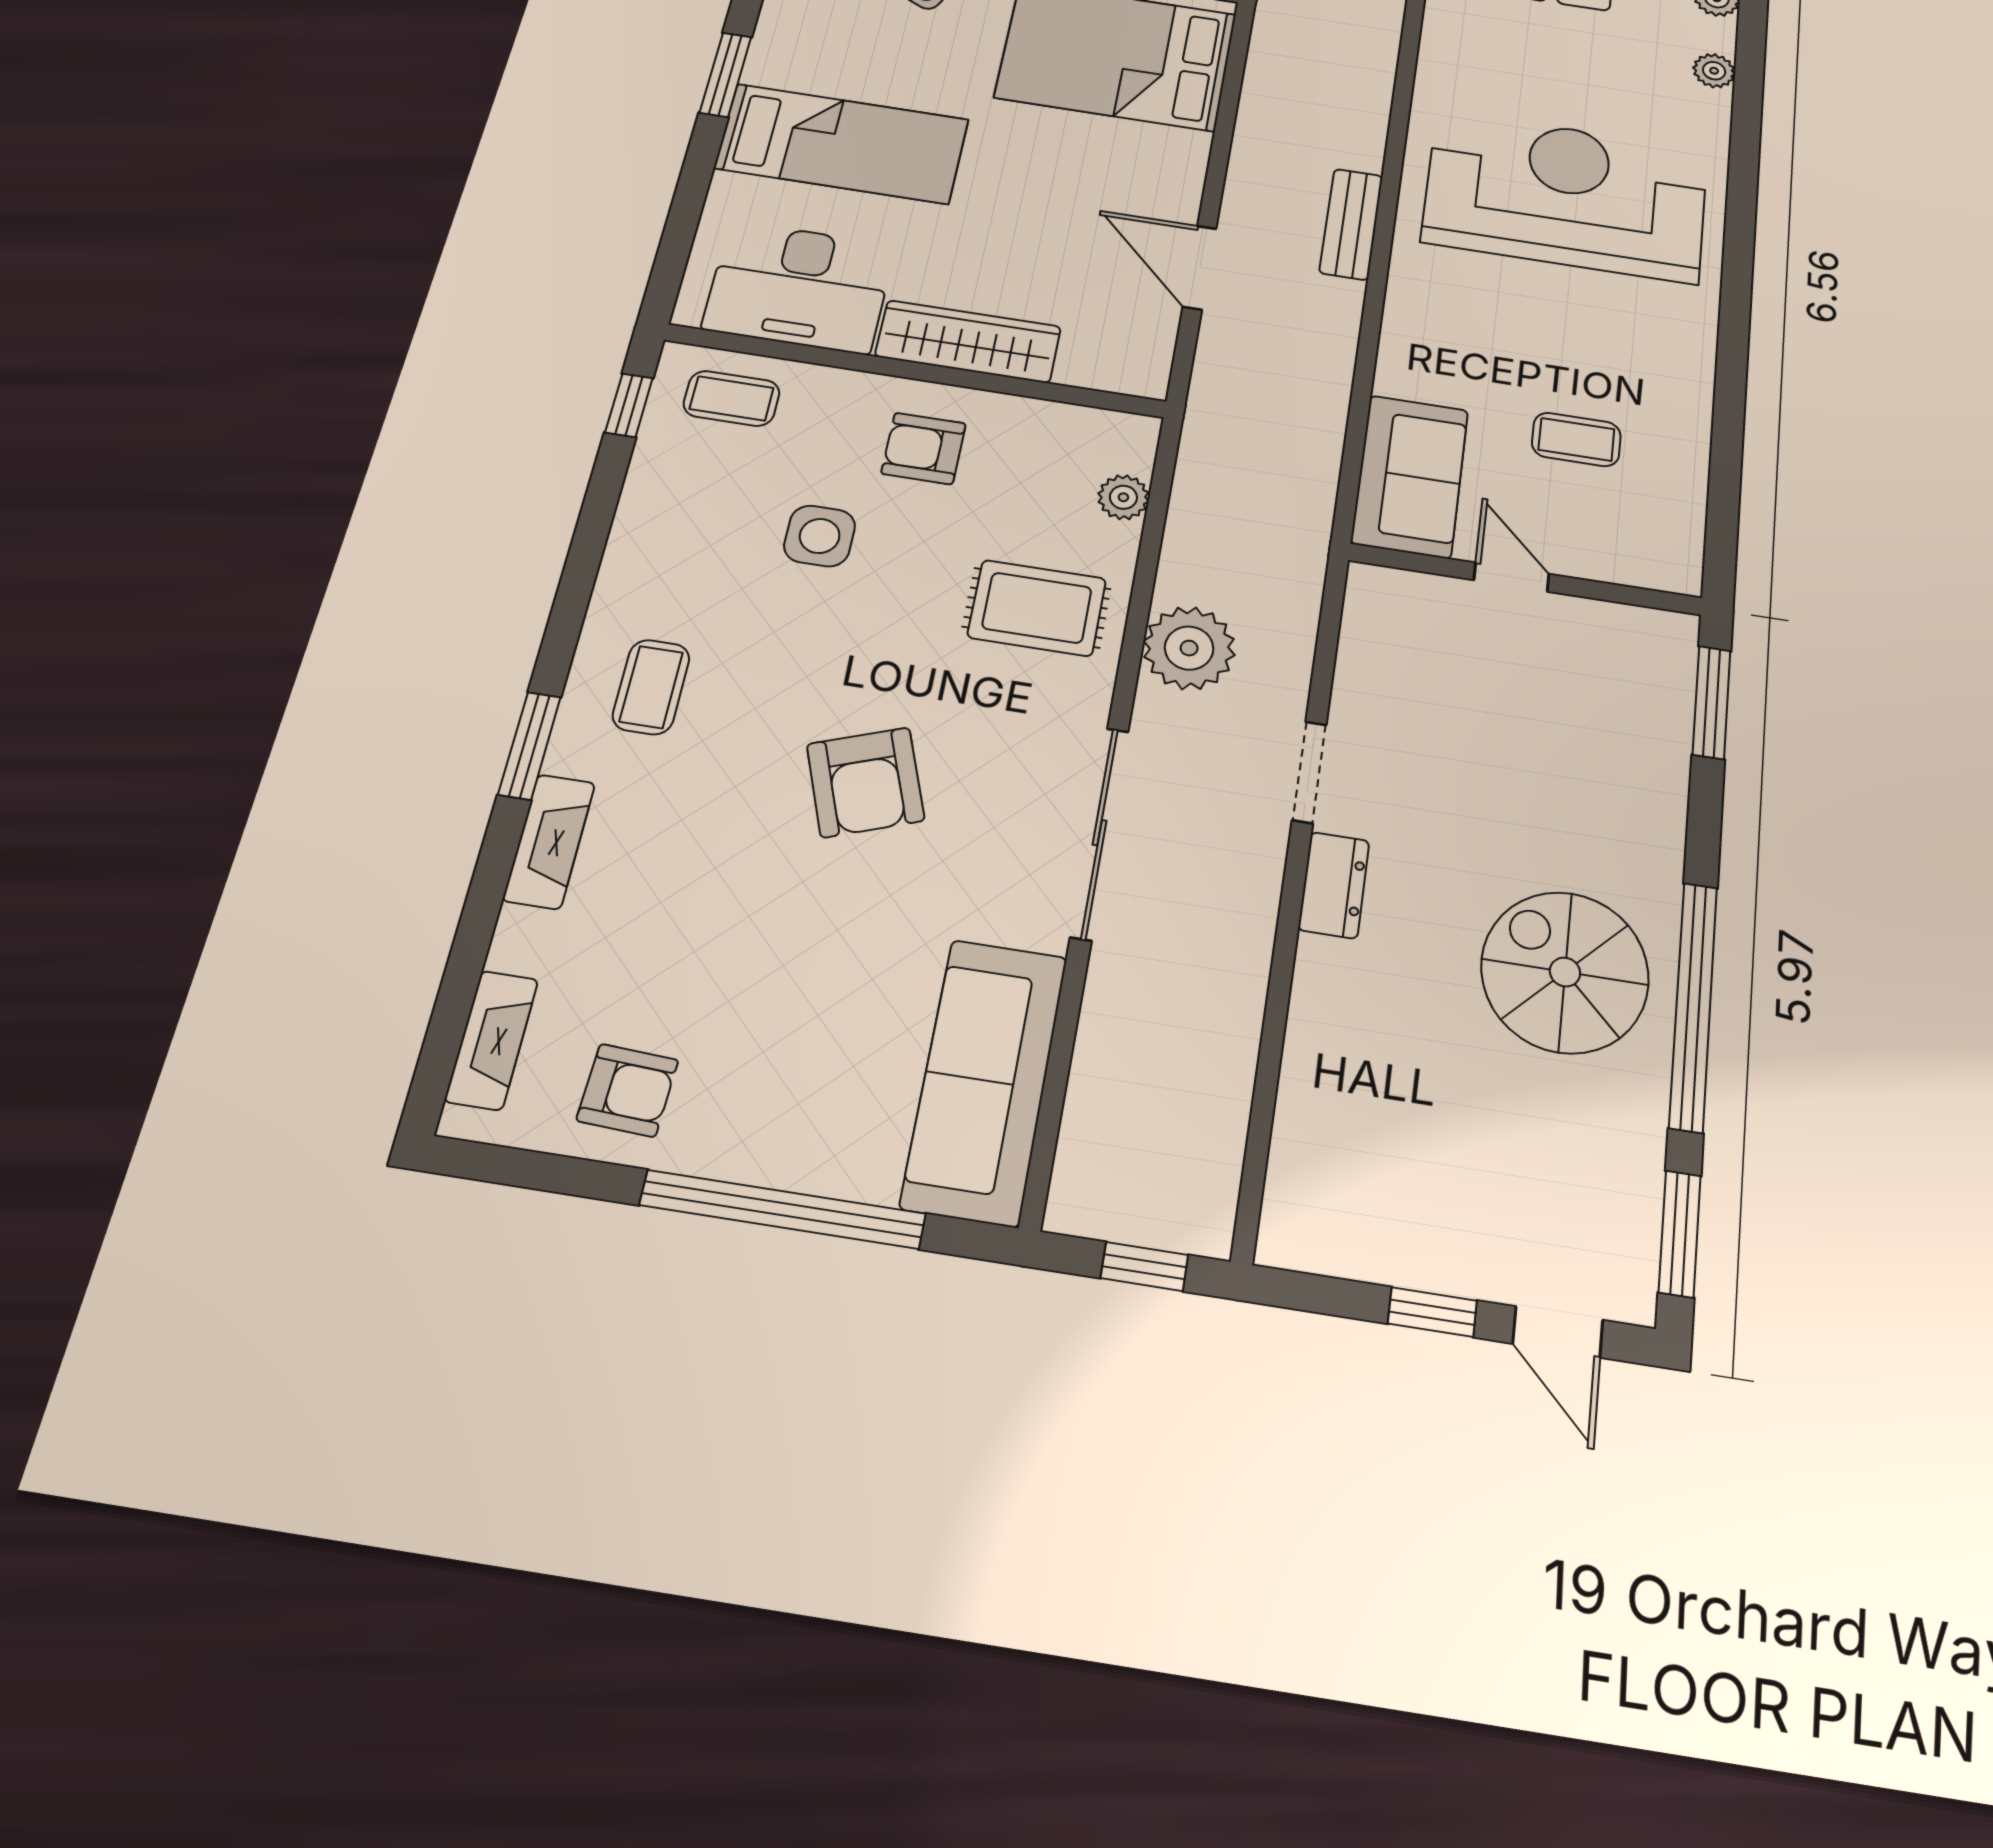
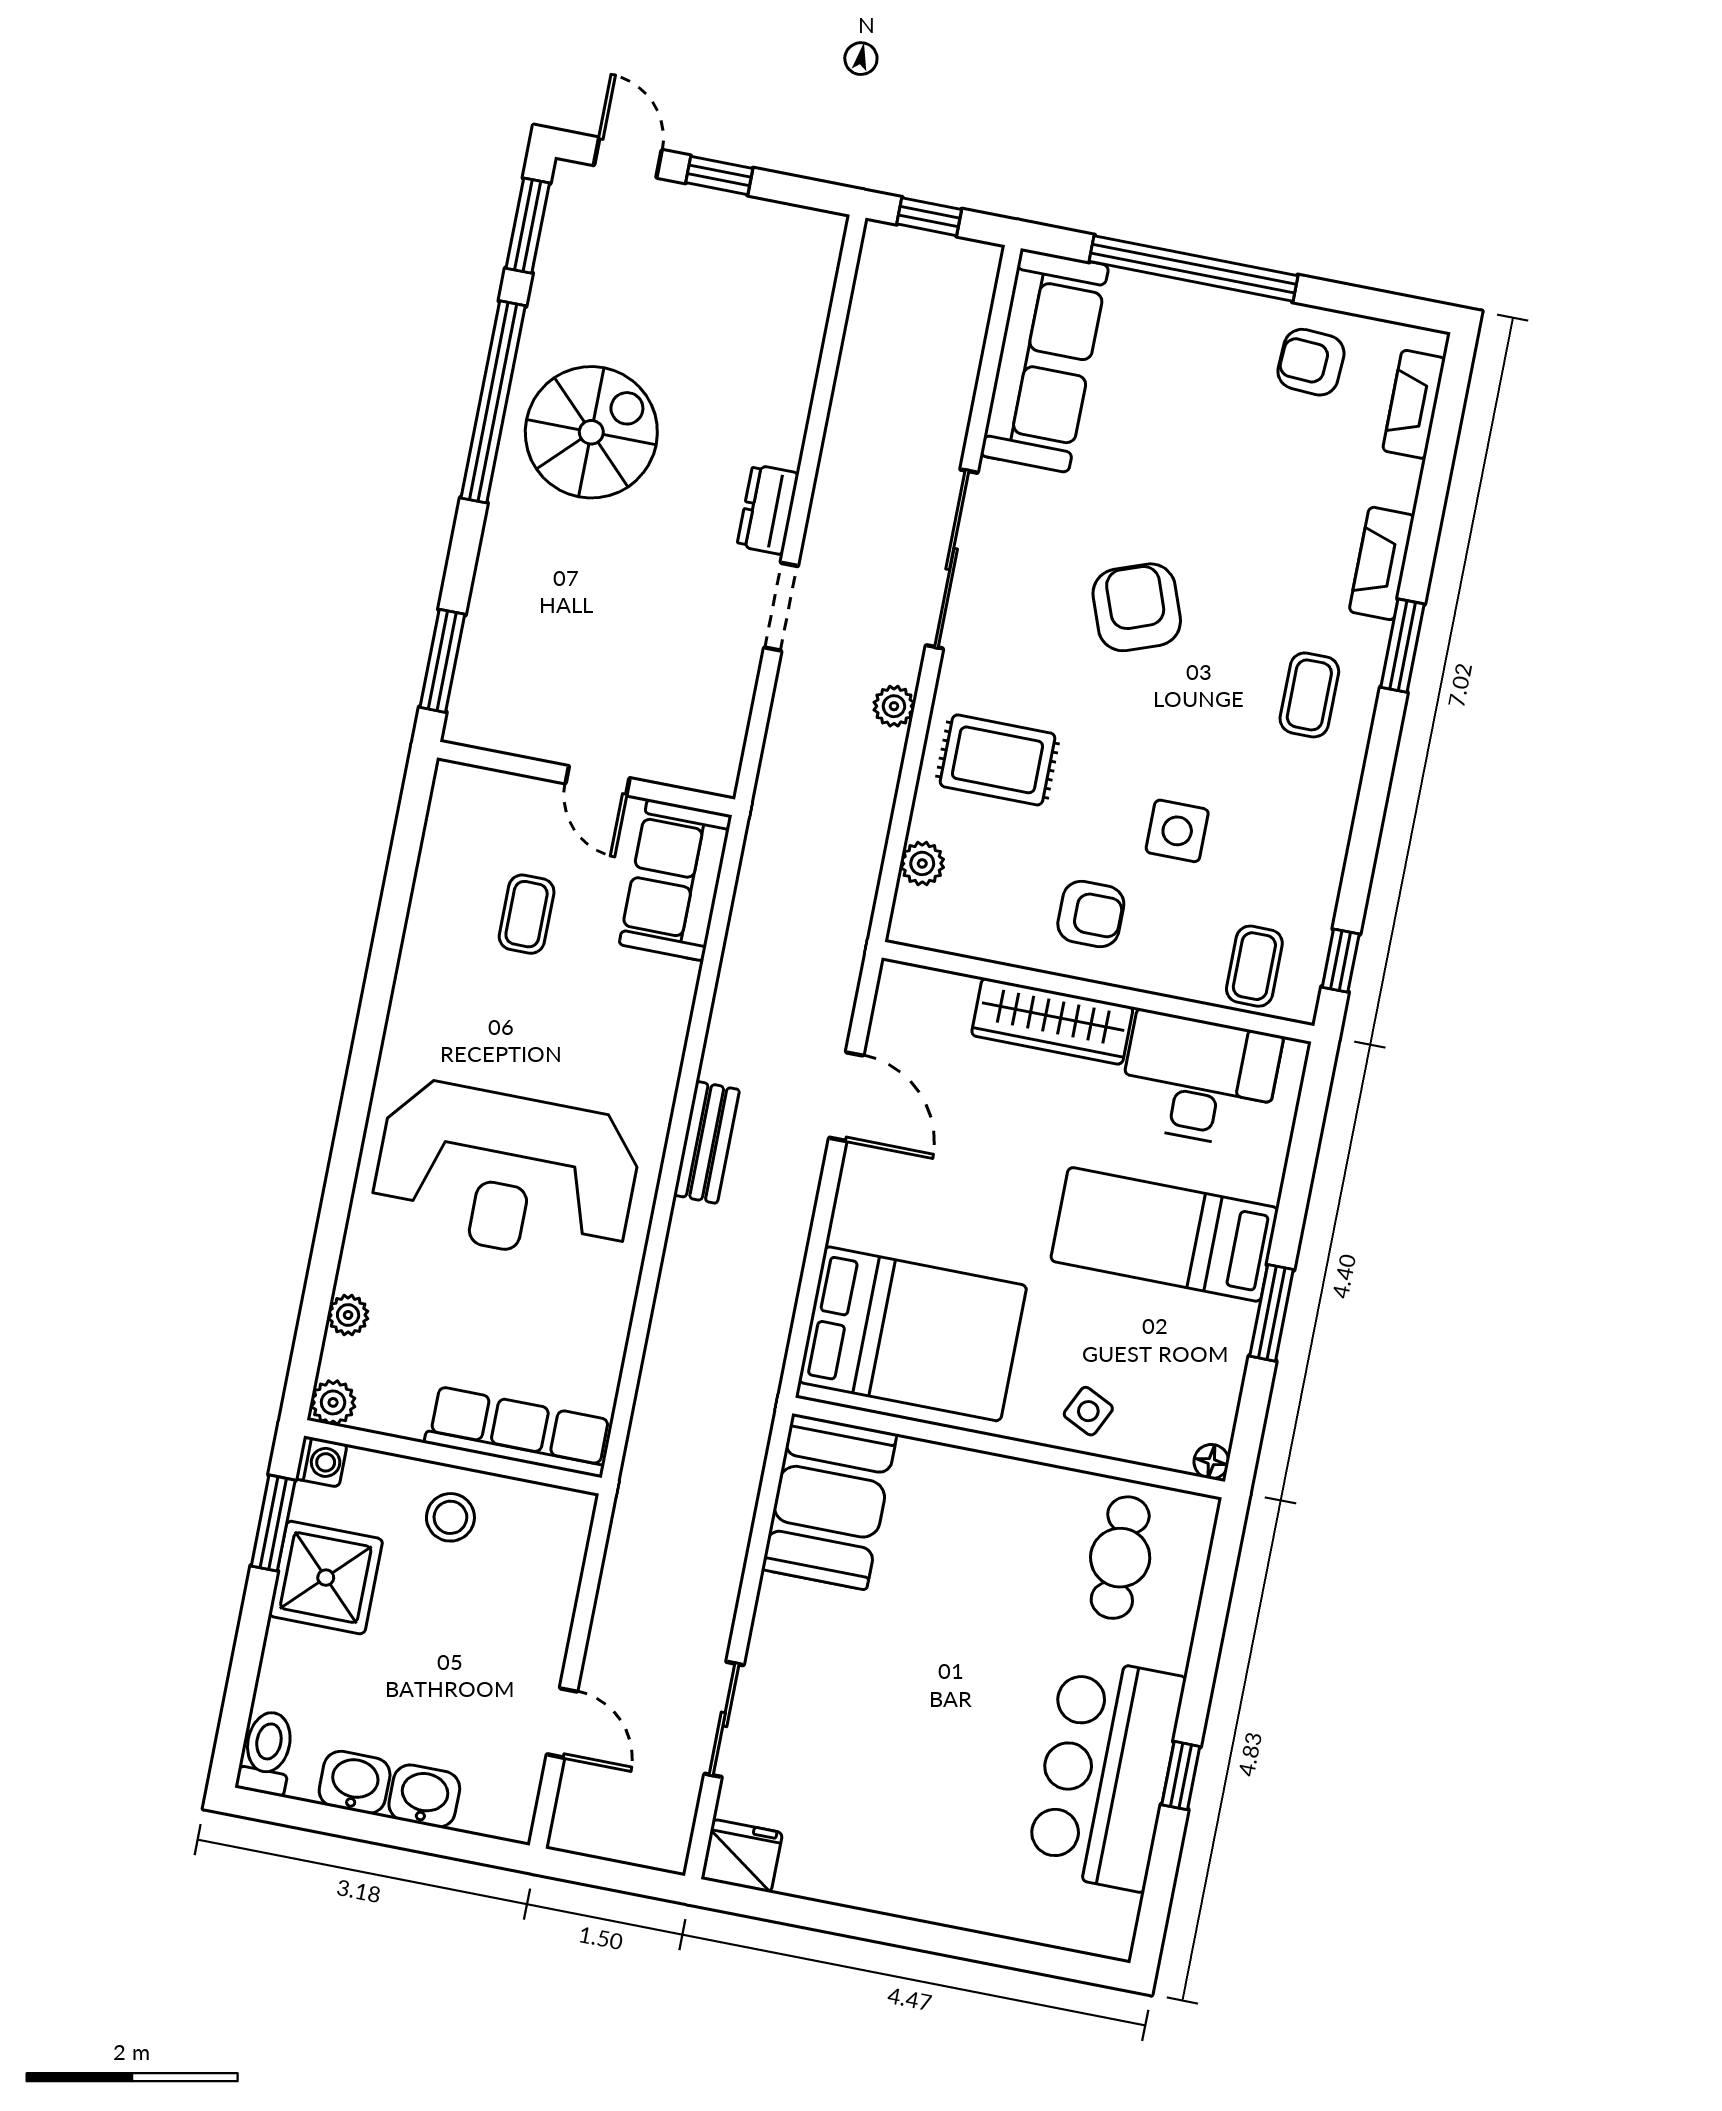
coffee table: (732, 398) -> (1254, 966), turned 90
coffee table: (1576, 439) -> (527, 914), turned 90
plant: (1189, 648) -> (894, 706), width x0.53, depth x0.53
spiral stairs: (1565, 972) -> (591, 432), turned -90

